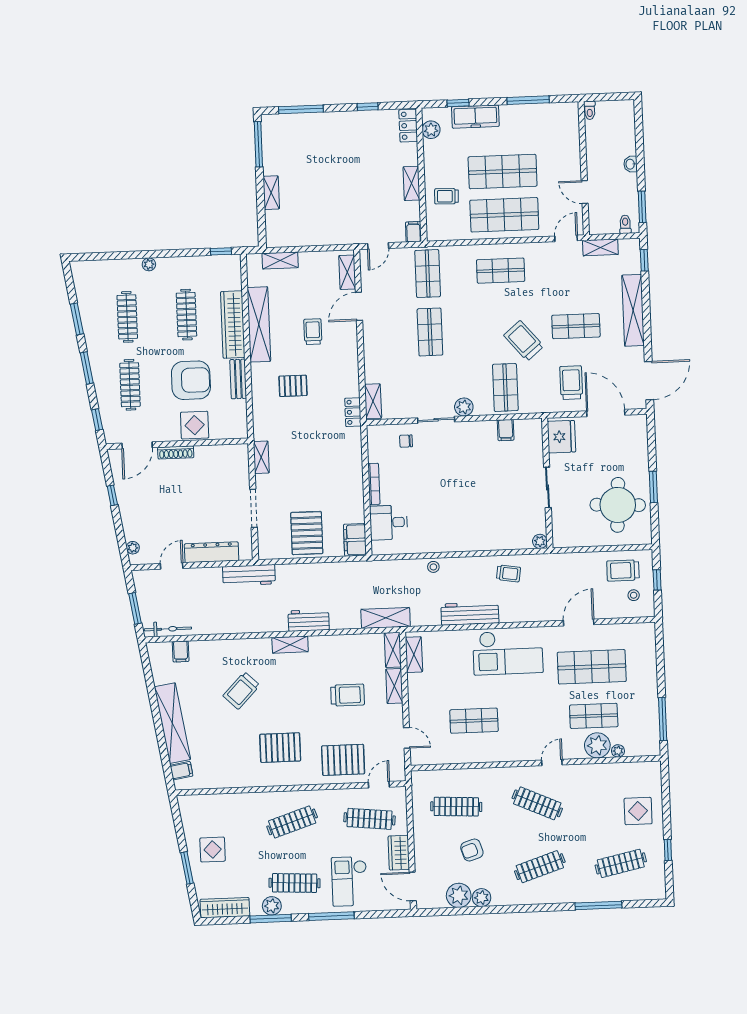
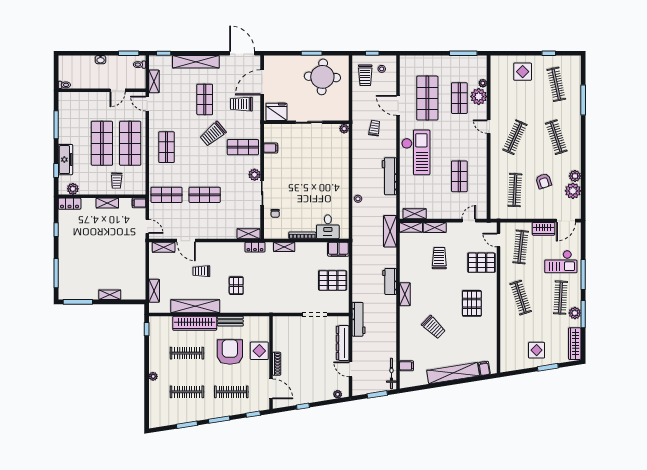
shelving: (261, 457) -> (284, 247), moved
trolley: (508, 573) -> (374, 128), moved
pallet: (343, 760) -> (481, 263), turned 90

